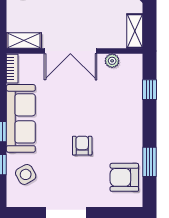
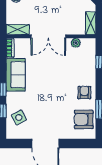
sofa: (21, 118) -> (16, 75), width x0.73
armchair: (82, 146) -> (84, 93), moved

